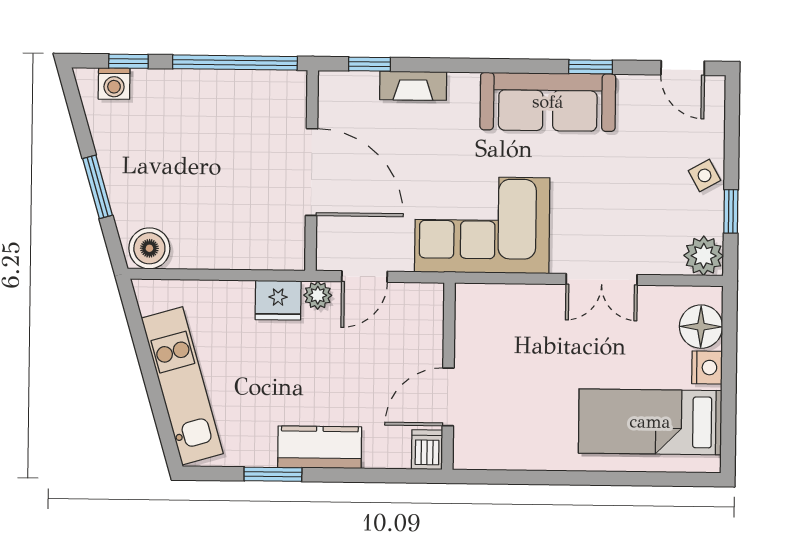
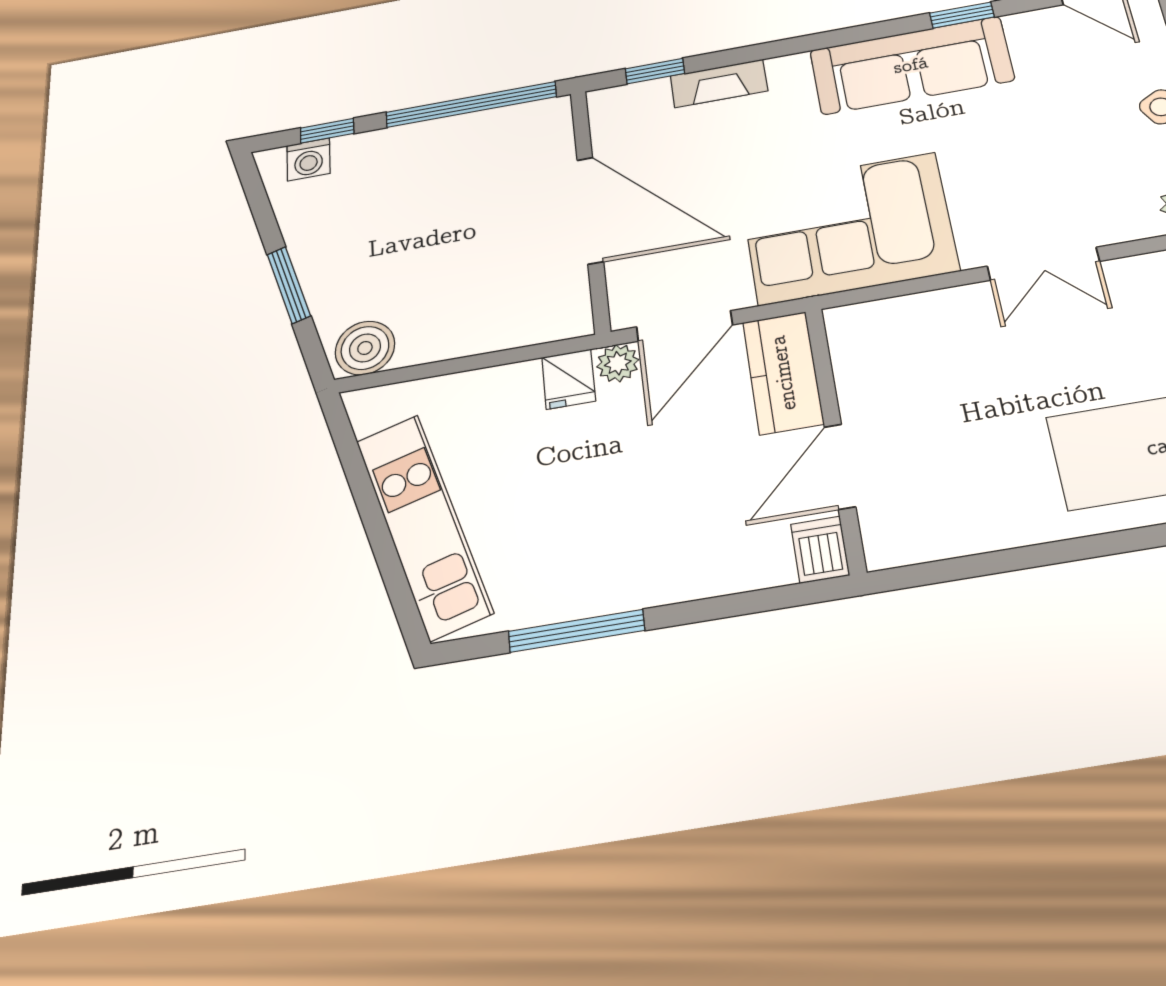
door: (364, 277) -> (684, 326), width x1.38
fridge: (278, 300) -> (569, 379), width x0.72
kitchen counter: (320, 447) -> (783, 373), moved, turned -90
window: (273, 474) -> (576, 631), width x1.44

